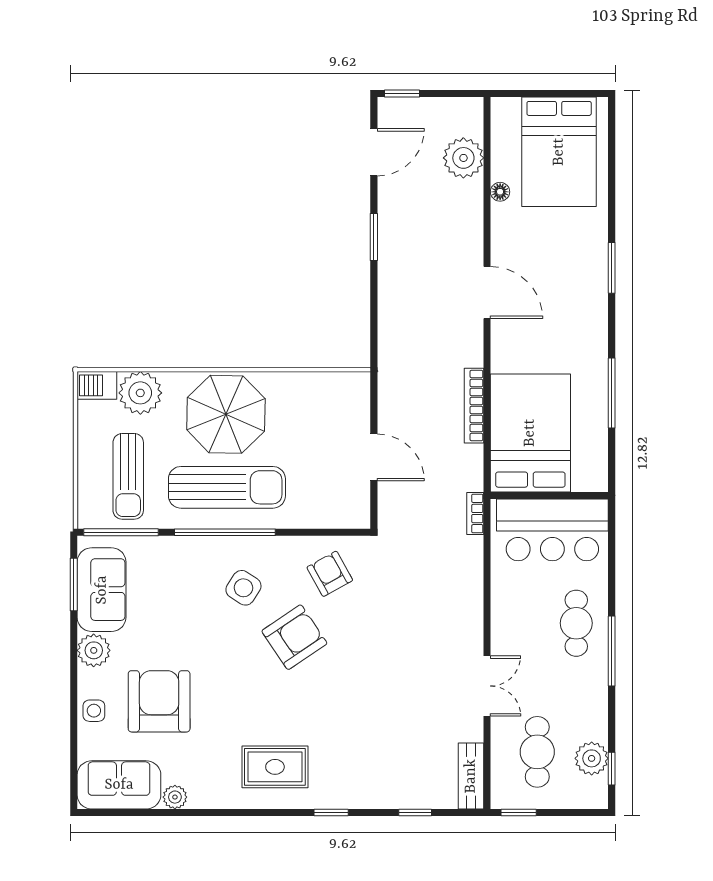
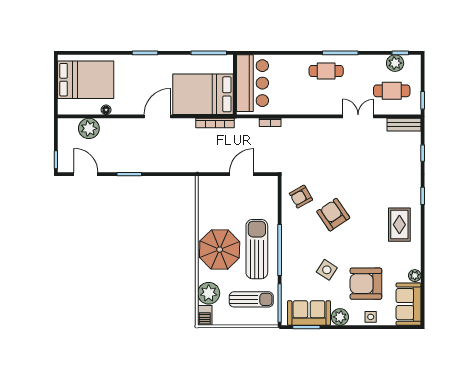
bed: (530, 433) -> (203, 94), moved
wall: (549, 495) -> (235, 85), moved
bar counter: (552, 530) -> (253, 83), moved
side table: (243, 588) -> (327, 270), moved

